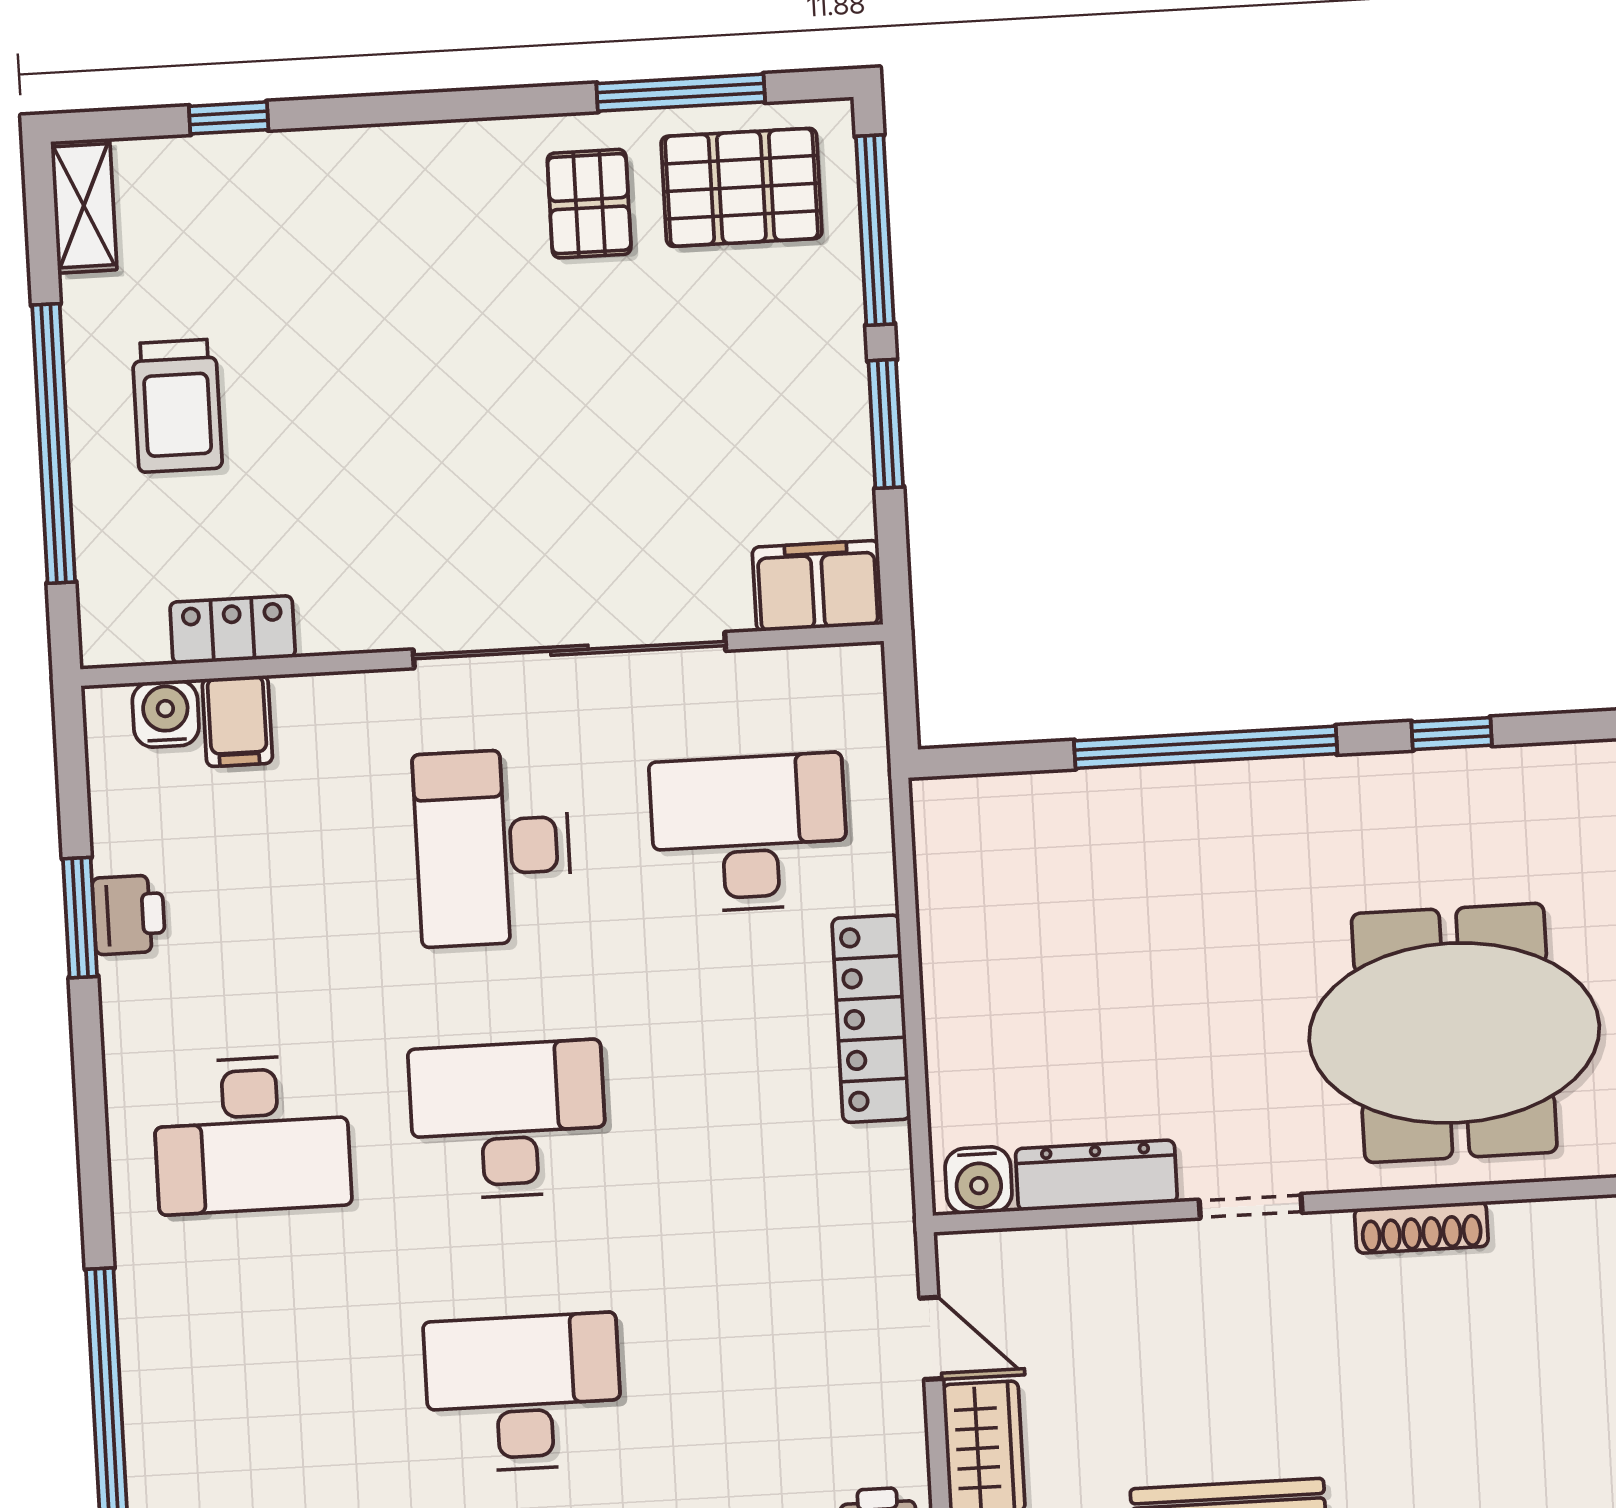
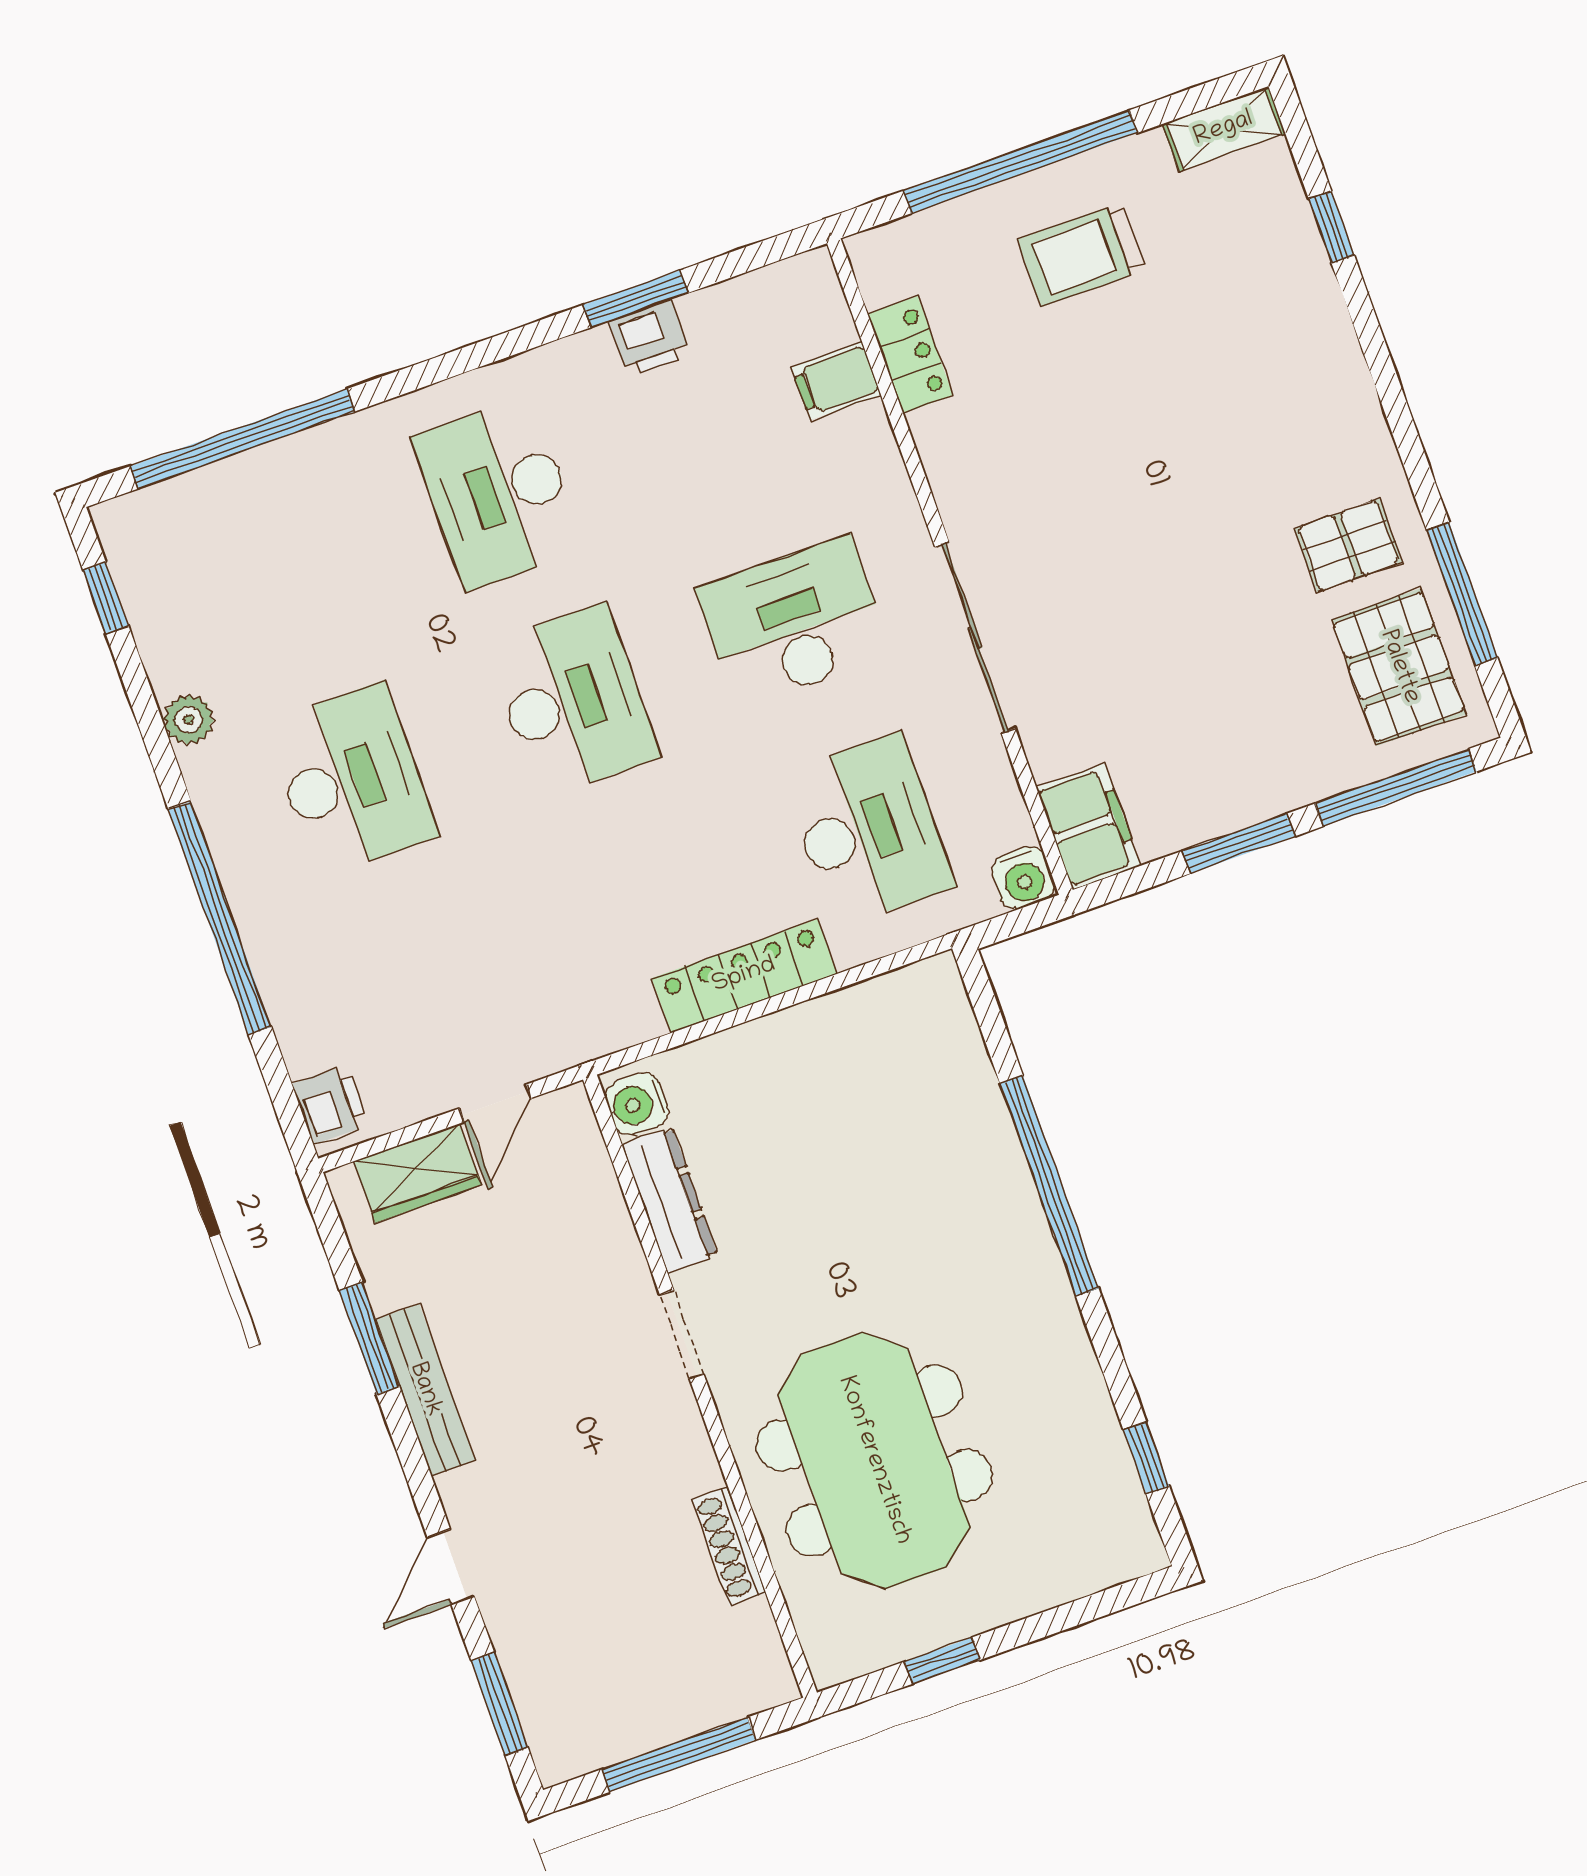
sliding door: (569, 650) -> (975, 638), width x0.73
water cooler: (166, 714) -> (1023, 878), moved, turned 90
window: (1452, 734) -> (1146, 1458), moved
shoe rack: (1421, 1227) -> (729, 1546), moved

